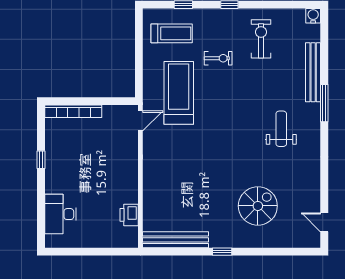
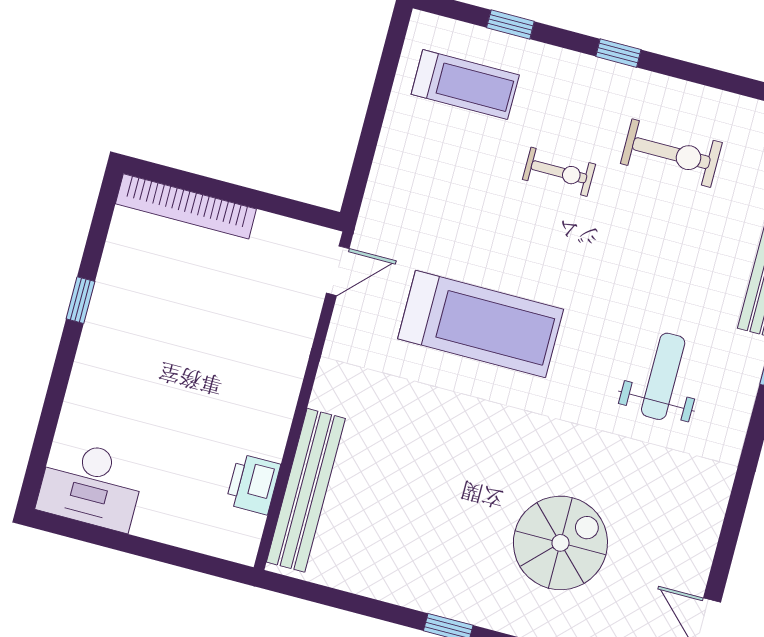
exercise bike: (261, 39) -> (671, 153), turned 90
treadmill: (179, 93) -> (481, 324), moved, turned 90
desk: (60, 214) -> (91, 485), moved, turned -90
bench: (176, 240) -> (306, 490), moved, turned 90

